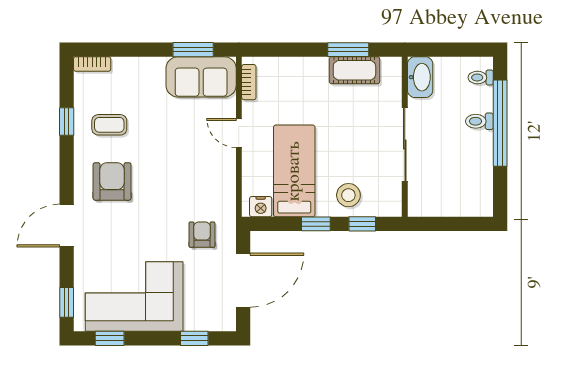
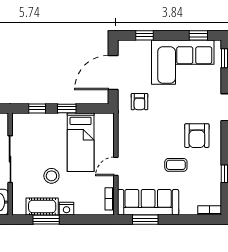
sofa: (201, 77) -> (148, 202), width x1.36
coffee table: (109, 125) -> (176, 165), moved
door: (239, 133) -> (116, 166), swing flipped
stool: (348, 195) -> (51, 176), moved
nightstand: (261, 207) -> (66, 209), moved, turned 180

